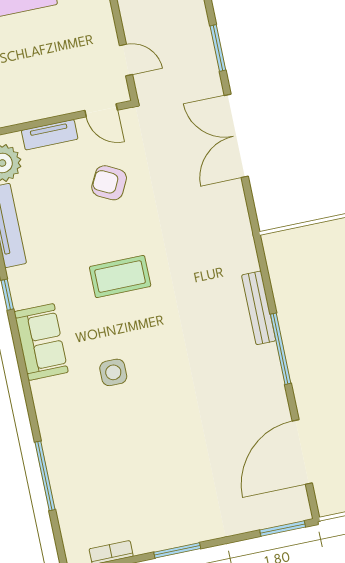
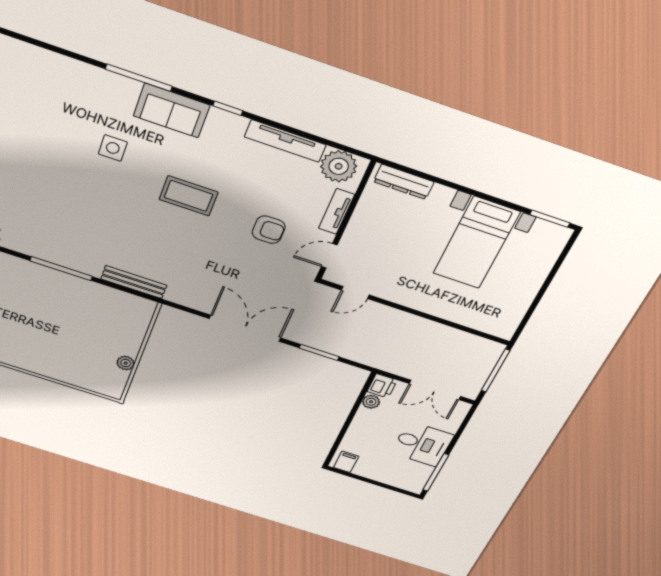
armchair: (109, 183) -> (269, 230), turned 63
coffee table: (120, 277) -> (189, 196), turned 90
bench: (259, 308) -> (134, 282), moved
window: (45, 476) -> (139, 78), moved

